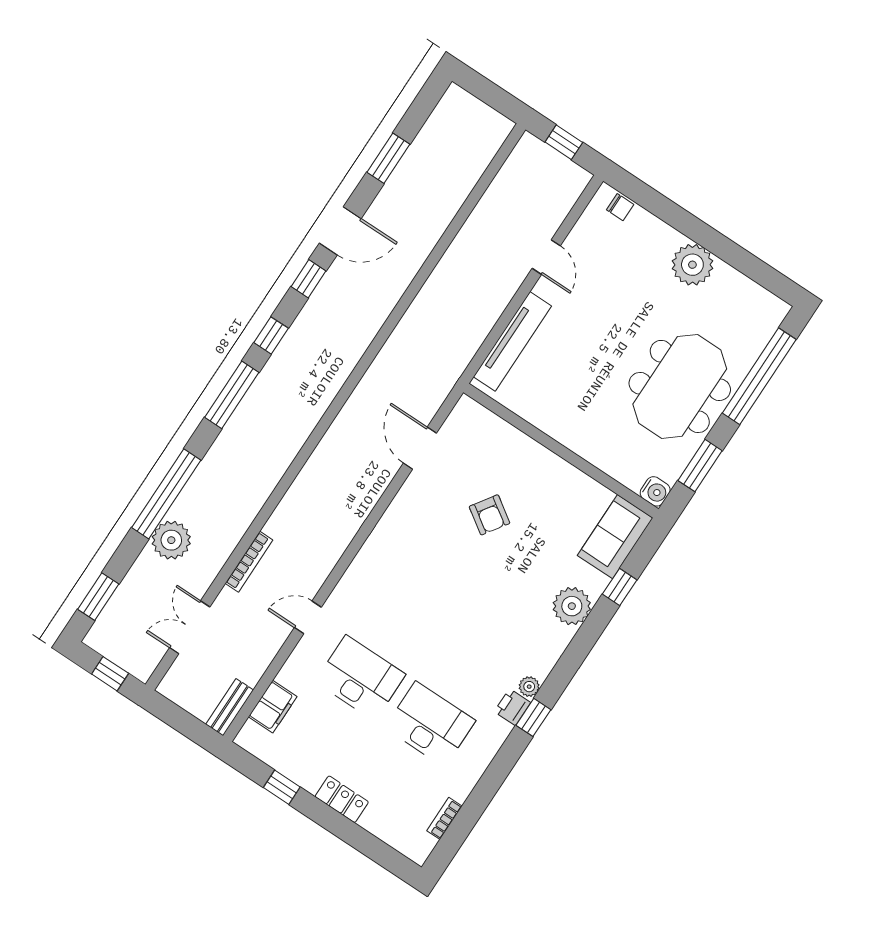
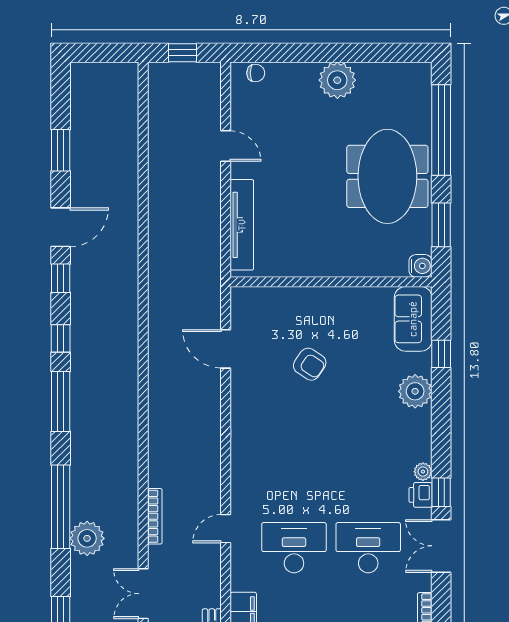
double door: (500, 768) -> (441, 546), added

